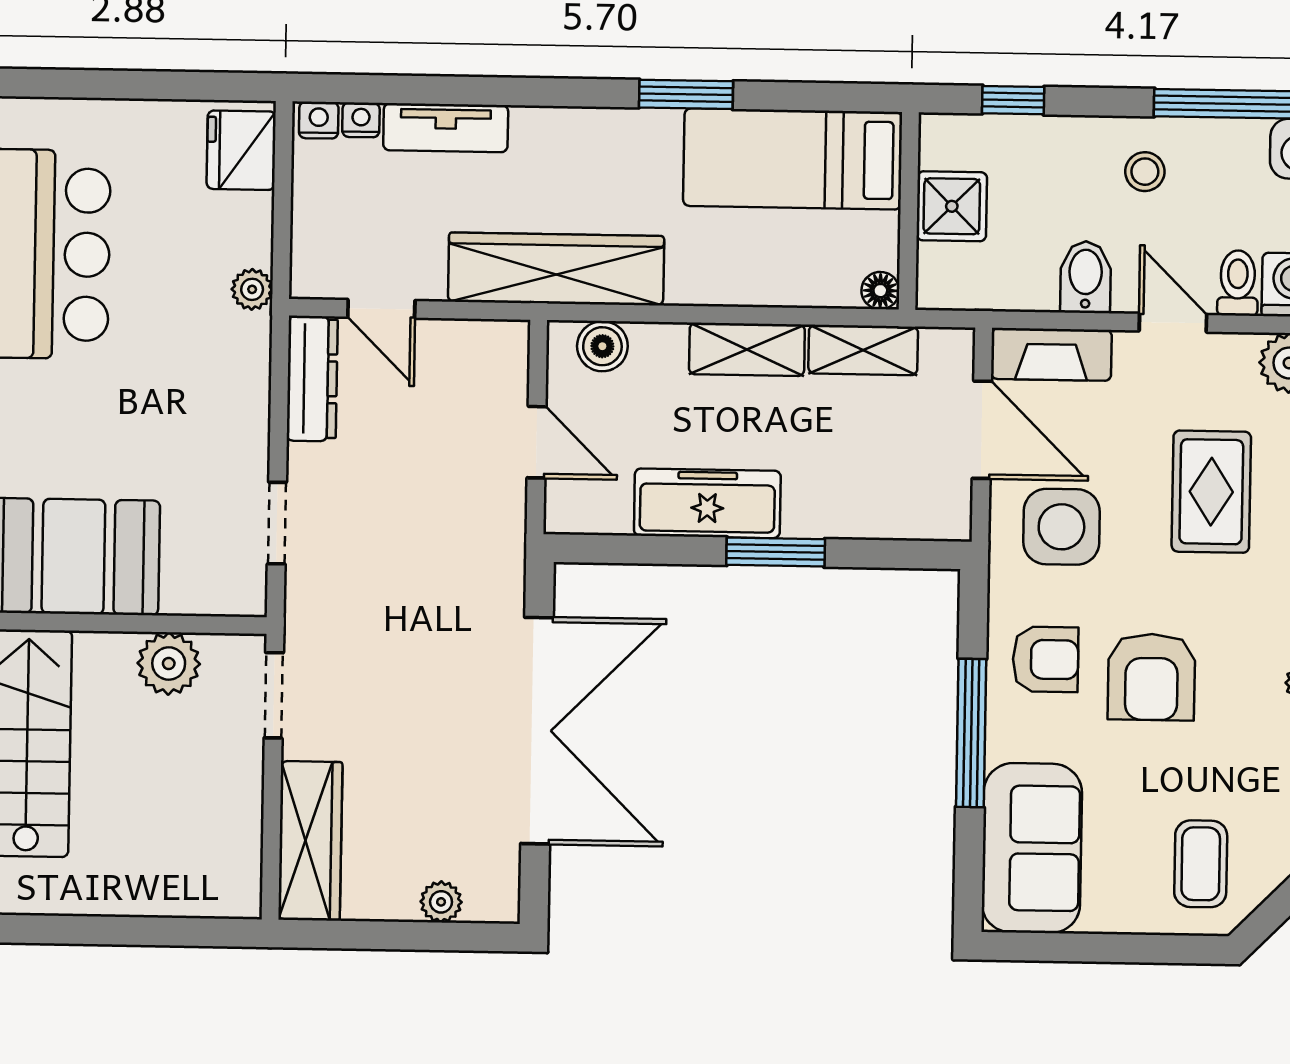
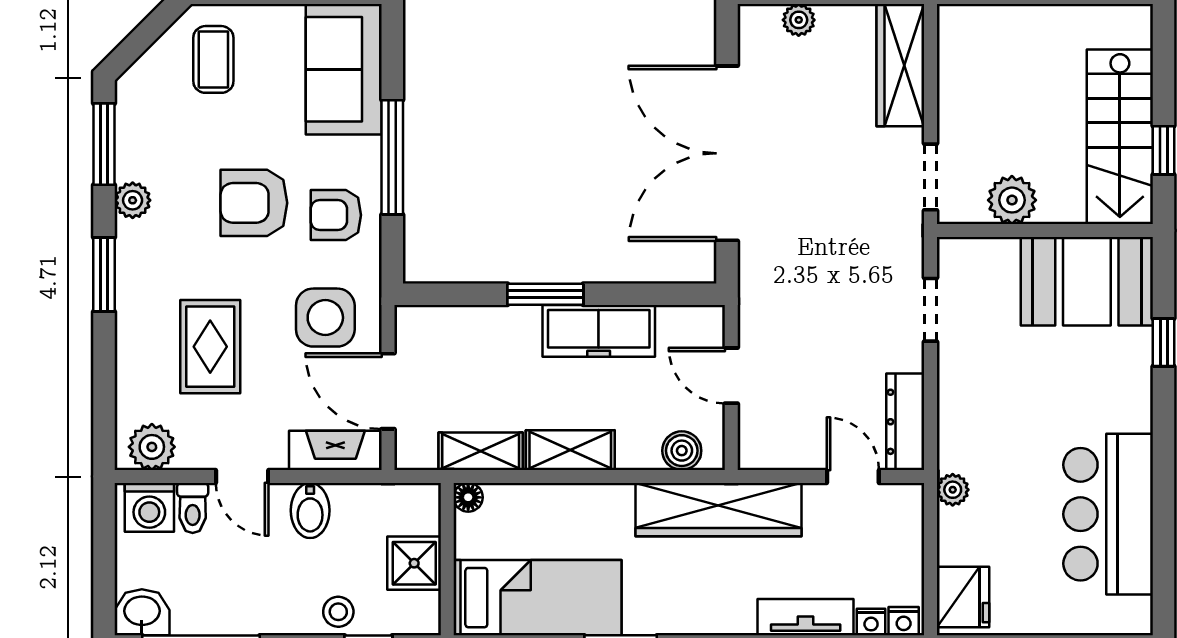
stool: (1145, 172) -> (338, 612), moved
armchair: (1151, 677) -> (254, 203), turned -90

